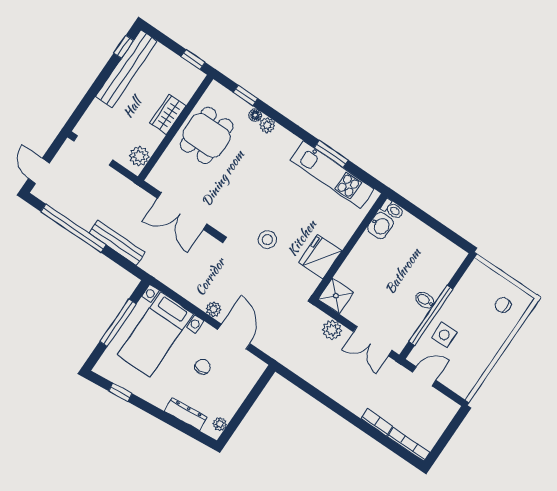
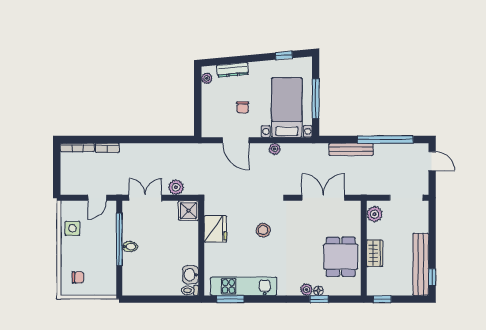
window: (245, 95) -> (319, 299), moved
window: (331, 154) -> (230, 299), moved
stool: (267, 240) -> (263, 230), moved
plant: (214, 309) -> (275, 149), moved
side table: (444, 335) -> (72, 228), moved

